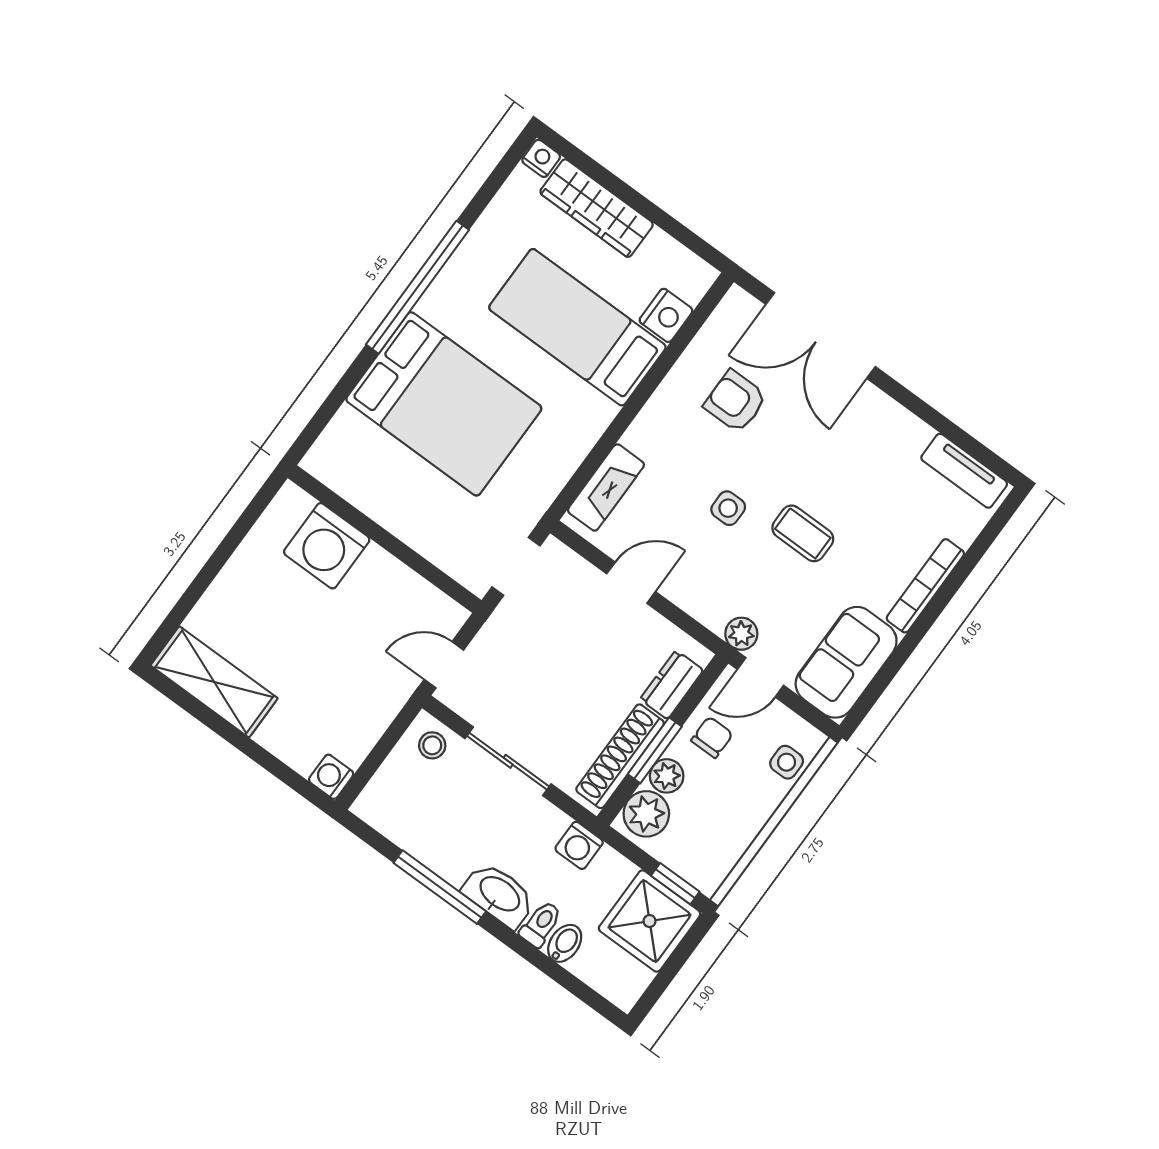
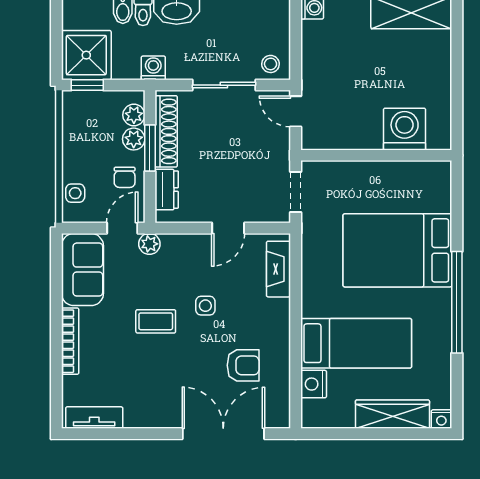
door: (444, 665) -> (296, 111), swing flipped
plant: (646, 814) -> (134, 115), width x0.73, depth x0.73

